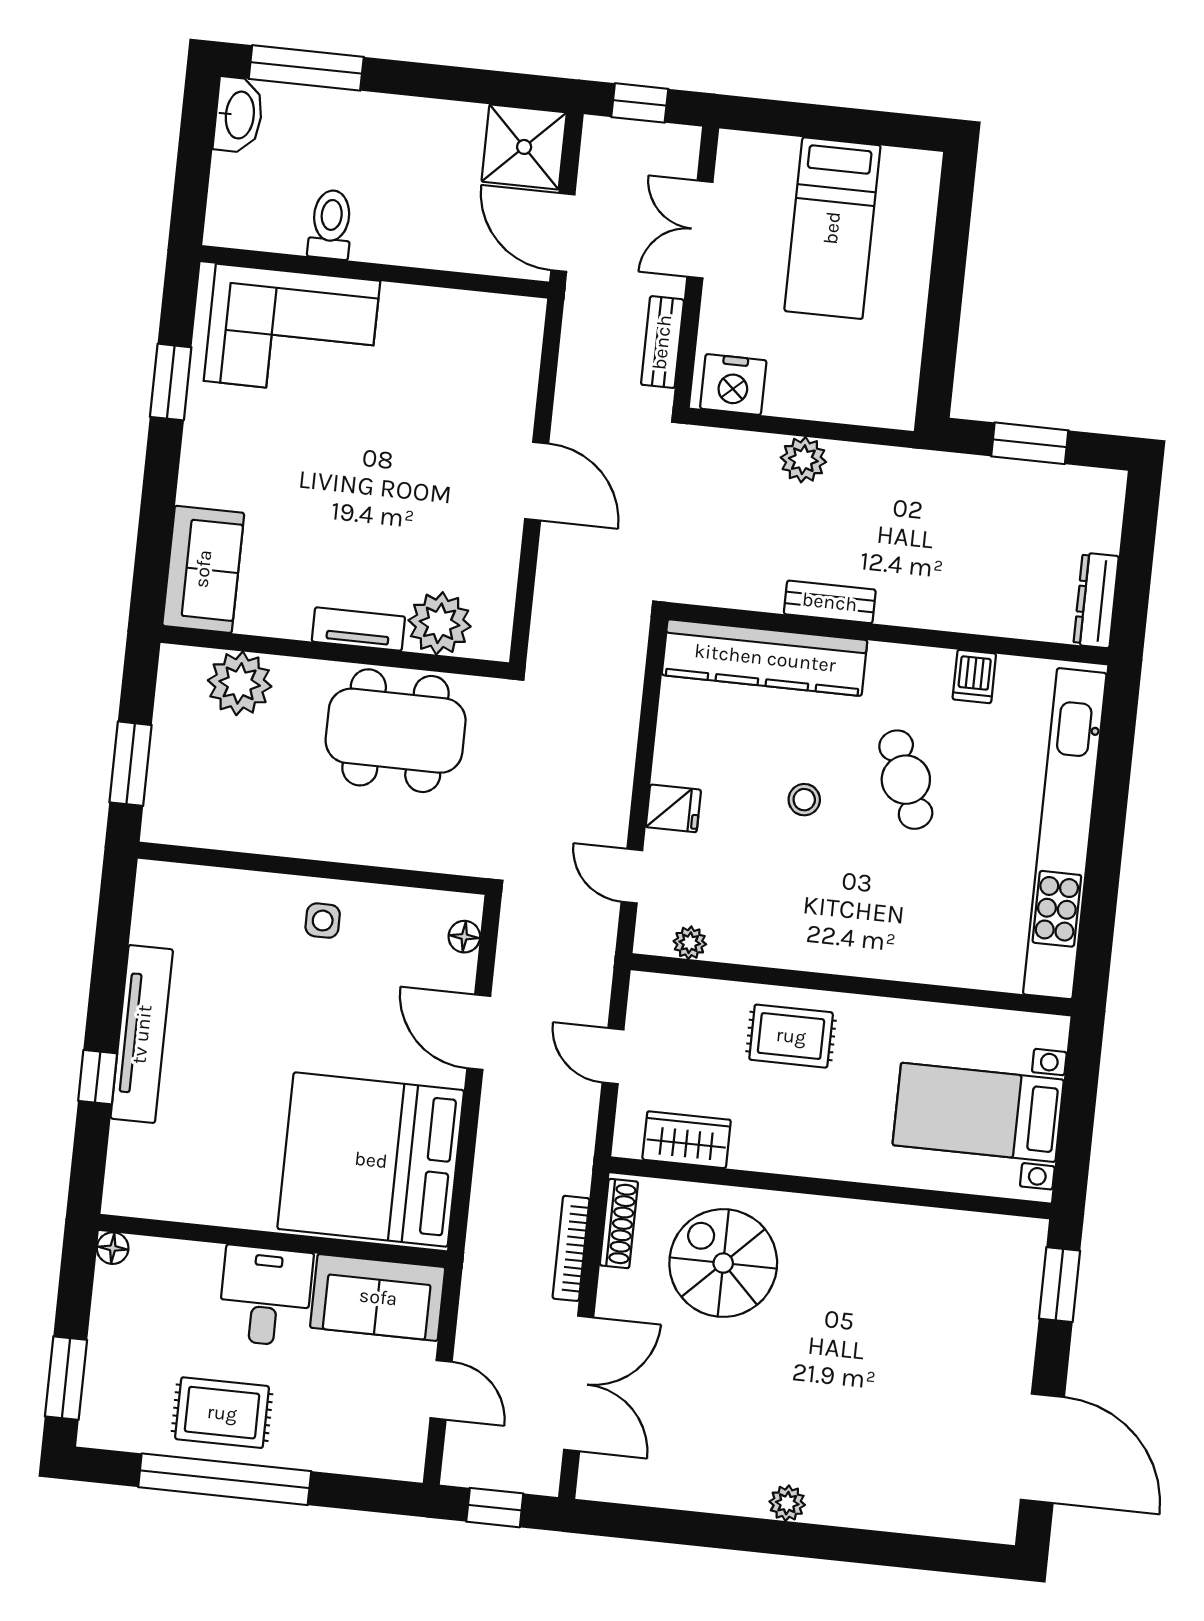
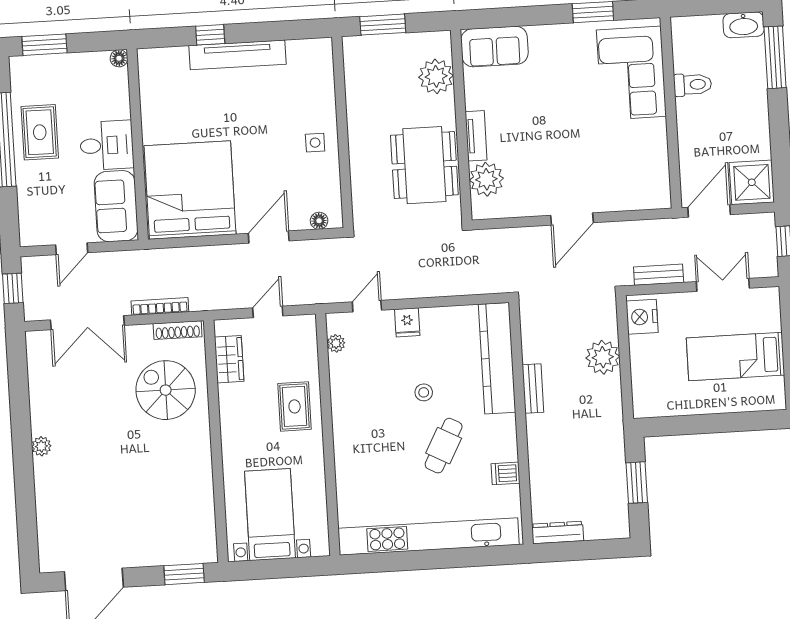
plant: (803, 460) -> (603, 357), width x1.36, depth x1.36
cafe table: (906, 780) -> (444, 446), turned -40
spiral stairs: (723, 1263) -> (166, 390), turned -90

